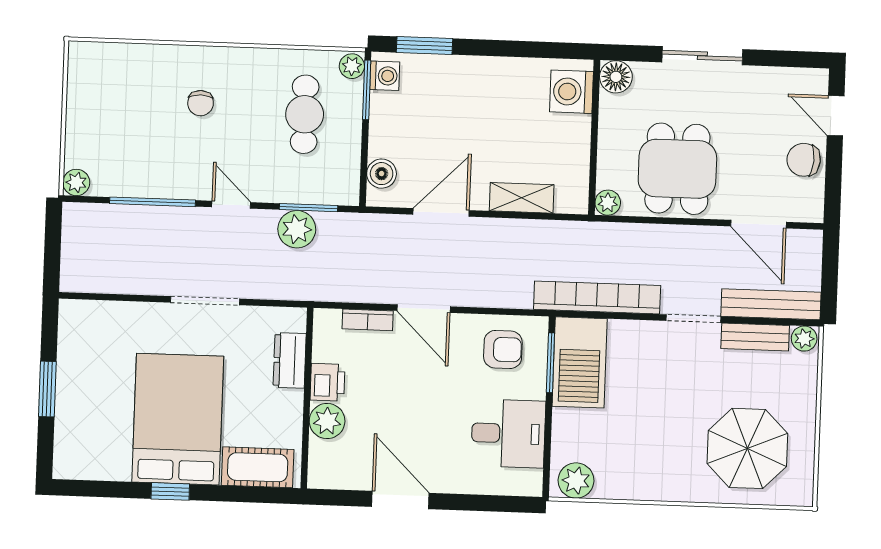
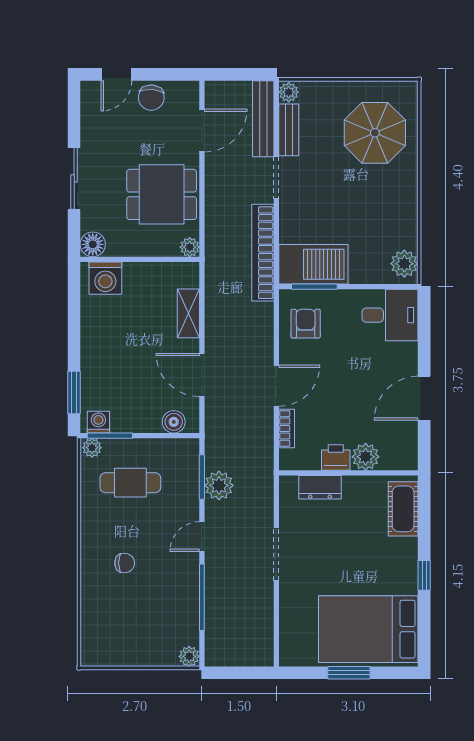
bed: (178, 419) -> (368, 629), moved
desk: (508, 433) -> (390, 315), moved, turned 90

